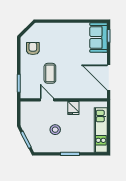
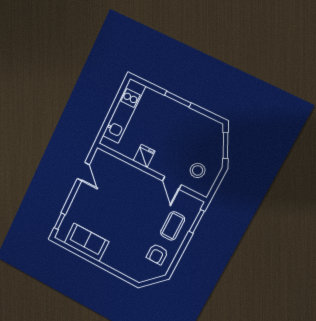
sofa: (99, 38) -> (86, 242), moved, turned -90
coffee table: (50, 73) -> (173, 226), moved
door: (109, 78) -> (83, 172), width x0.53
stool: (55, 130) -> (198, 170), moved

